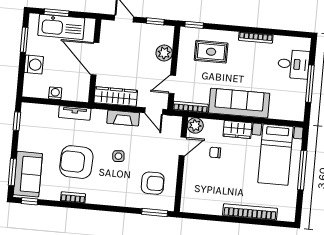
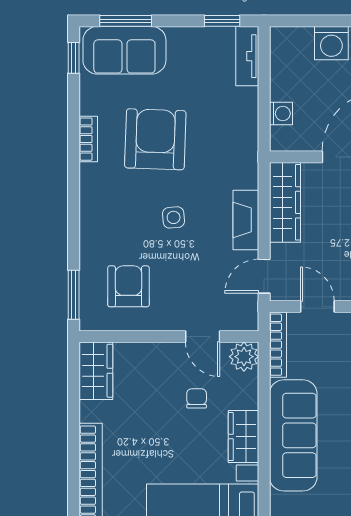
washing machine: (55, 93) -> (281, 113), moved
tv unit: (75, 113) -> (247, 56), moved
armchair: (153, 183) -> (128, 286), turned 180
wardrobe: (196, 204) -> (96, 371), added

